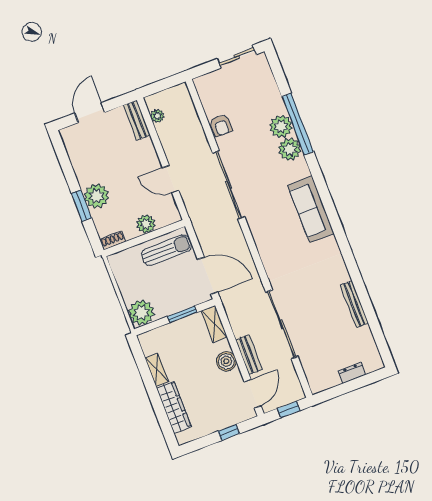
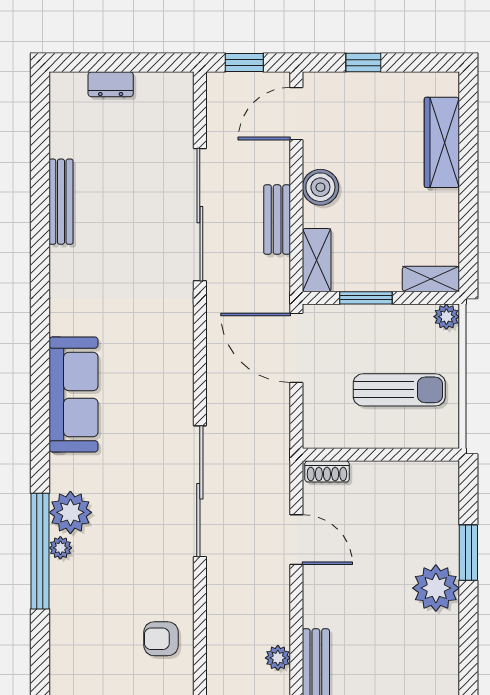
armchair: (221, 125) -> (161, 639), moved, turned -90
plant: (281, 126) -> (60, 548), width x0.53, depth x0.53
plant: (97, 196) -> (436, 588), moved
plant: (146, 224) -> (369, 478), removed
shoe rack: (113, 241) -> (327, 471), moved
sun lounger: (166, 250) -> (399, 390), moved, turned 180
plant: (141, 313) -> (446, 317), width x0.53, depth x0.53
bench: (249, 355) -> (277, 220), moved
shelving: (157, 370) -> (431, 279), moved, turned 90

